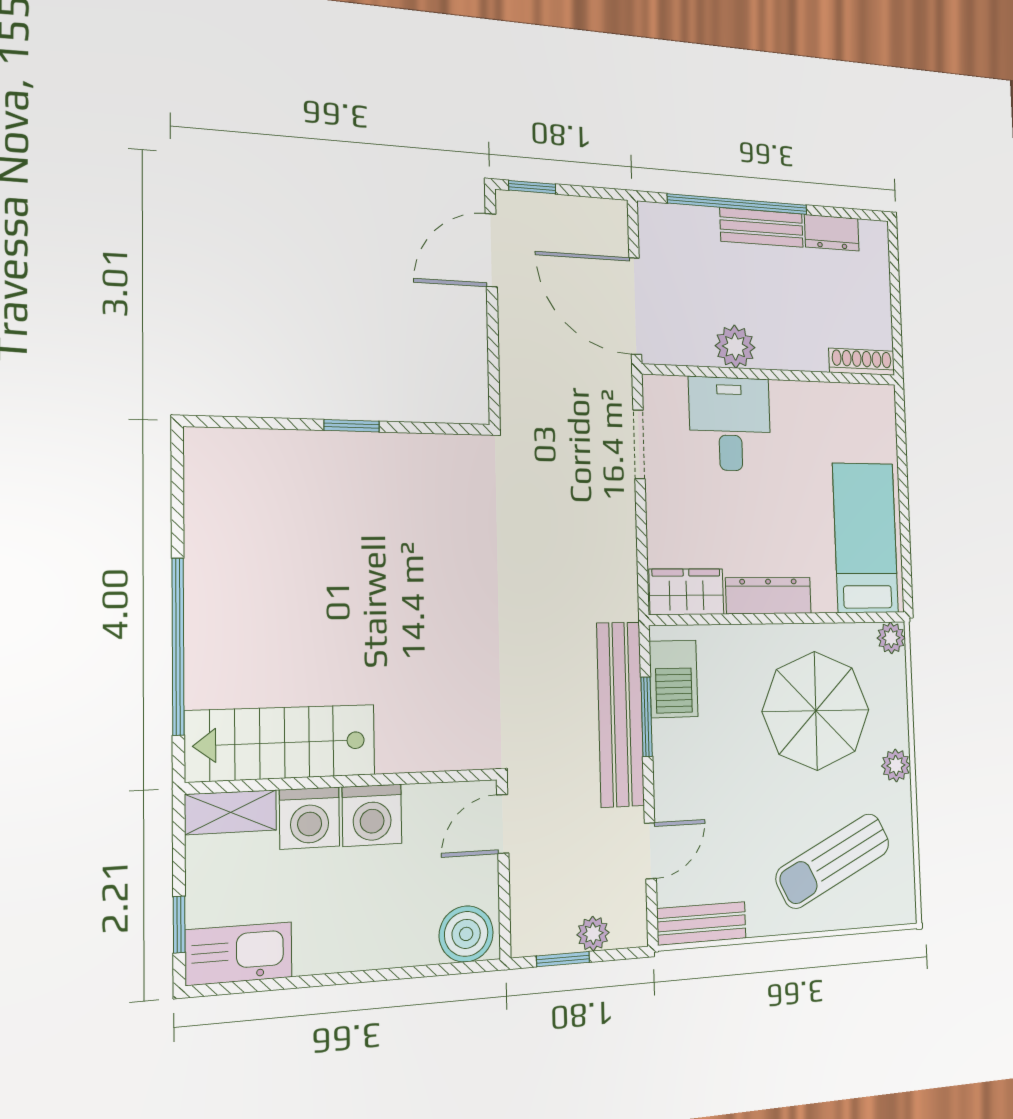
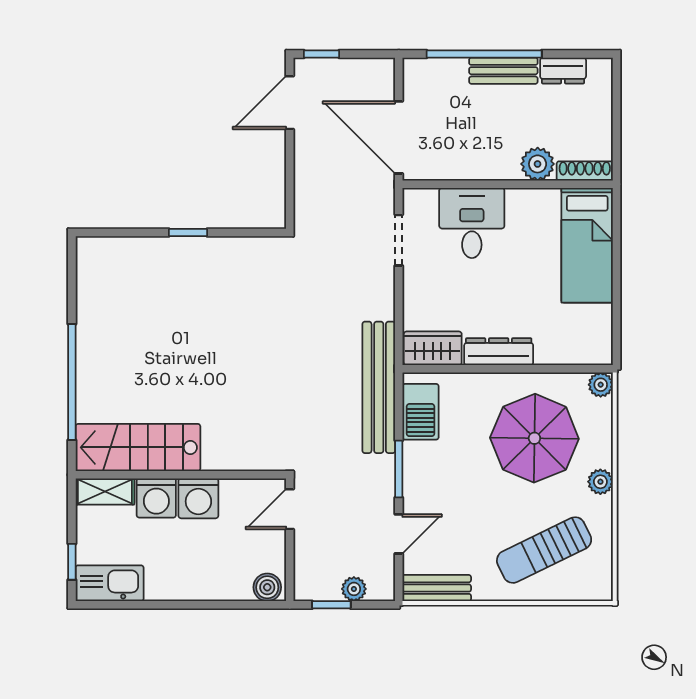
plant: (735, 347) -> (538, 164), moved
bed: (865, 538) -> (587, 245), moved, turned 180
bench: (620, 714) -> (379, 387), moved
window: (647, 717) -> (399, 469), moved
boiler: (466, 934) -> (267, 587), width x0.73, depth x0.73

